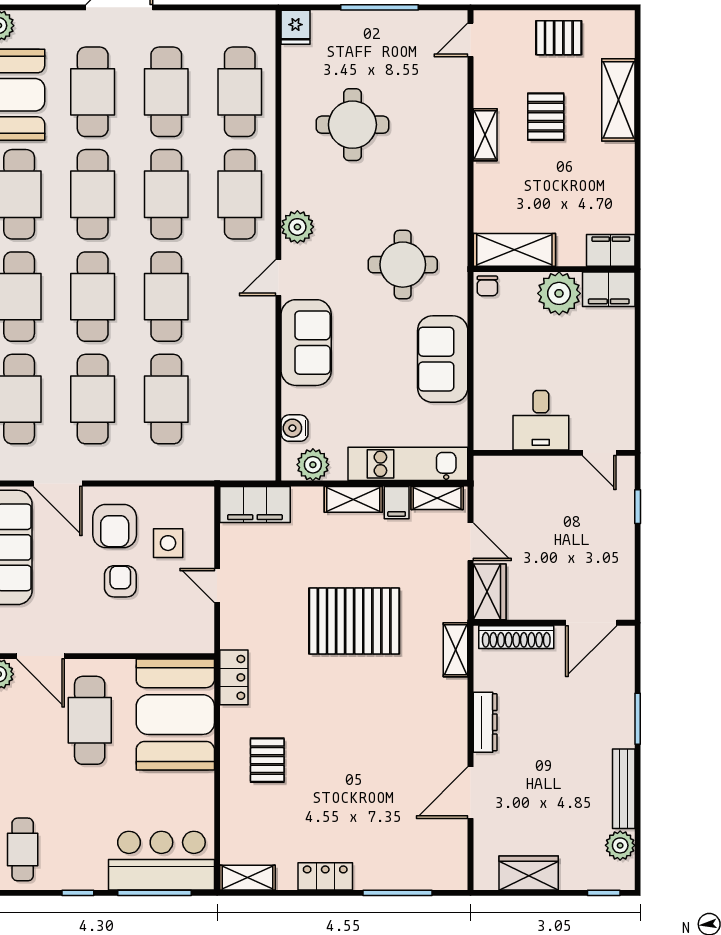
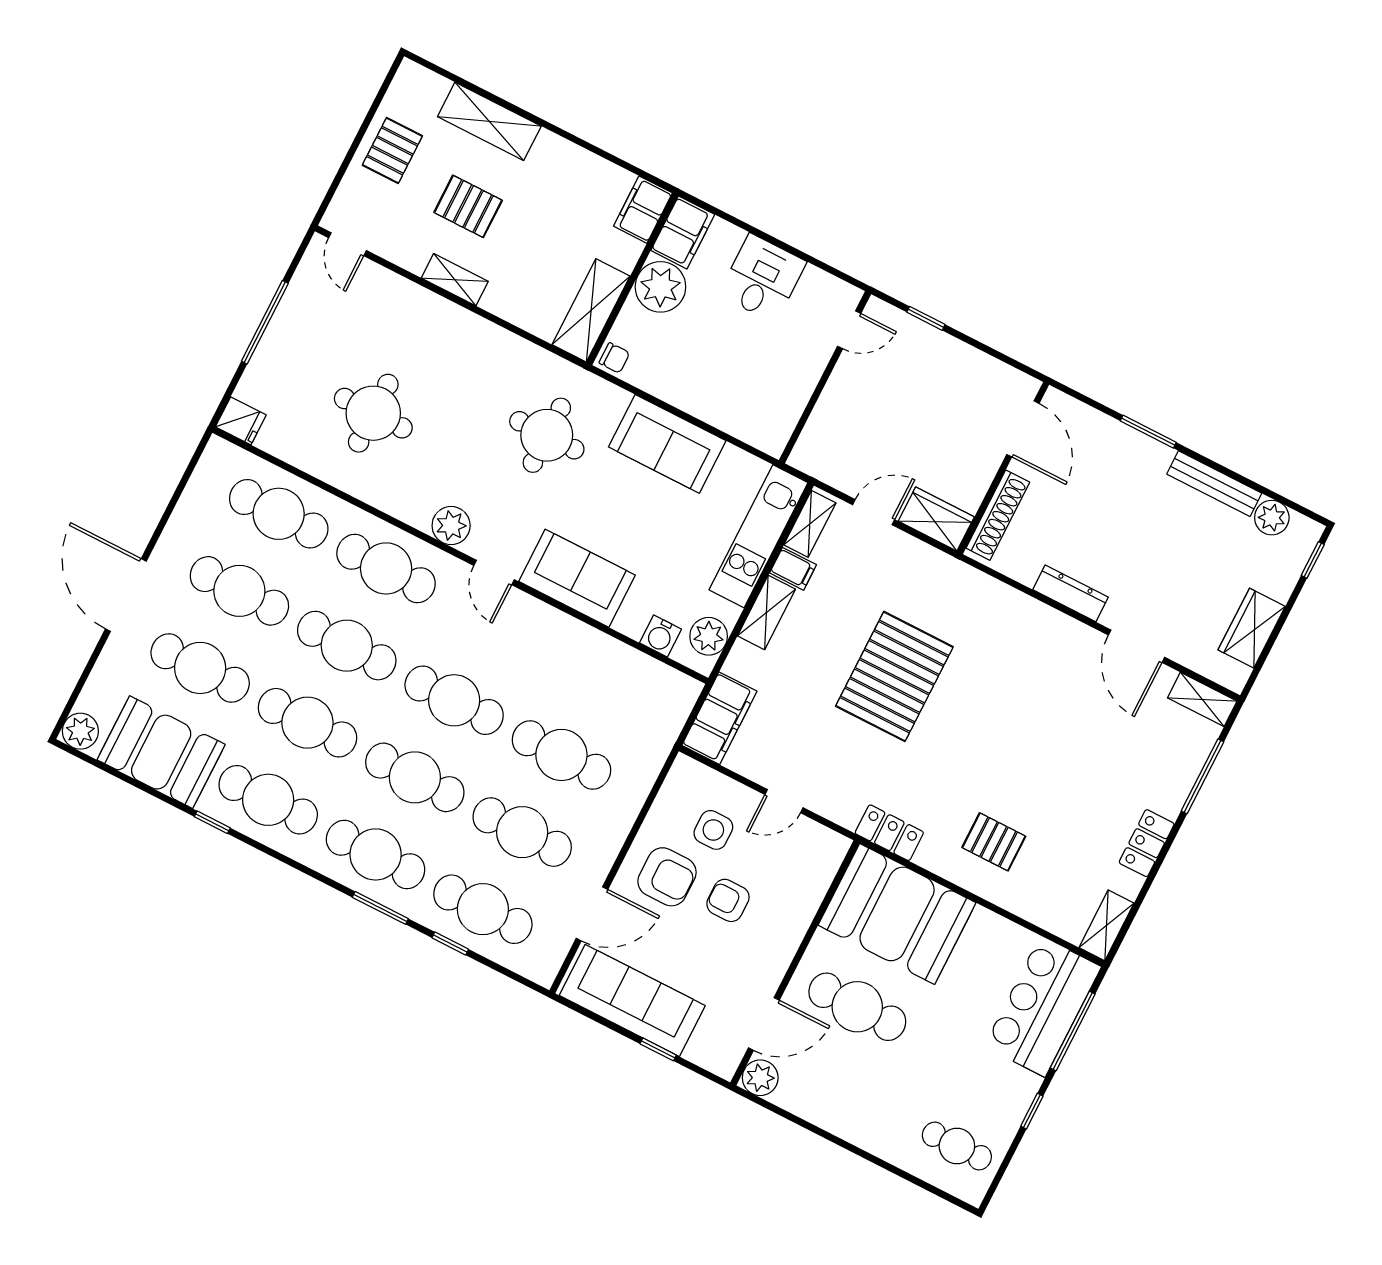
desk: (541, 420) -> (762, 278), moved, turned -90
shelving: (456, 650) -> (1202, 699), moved

